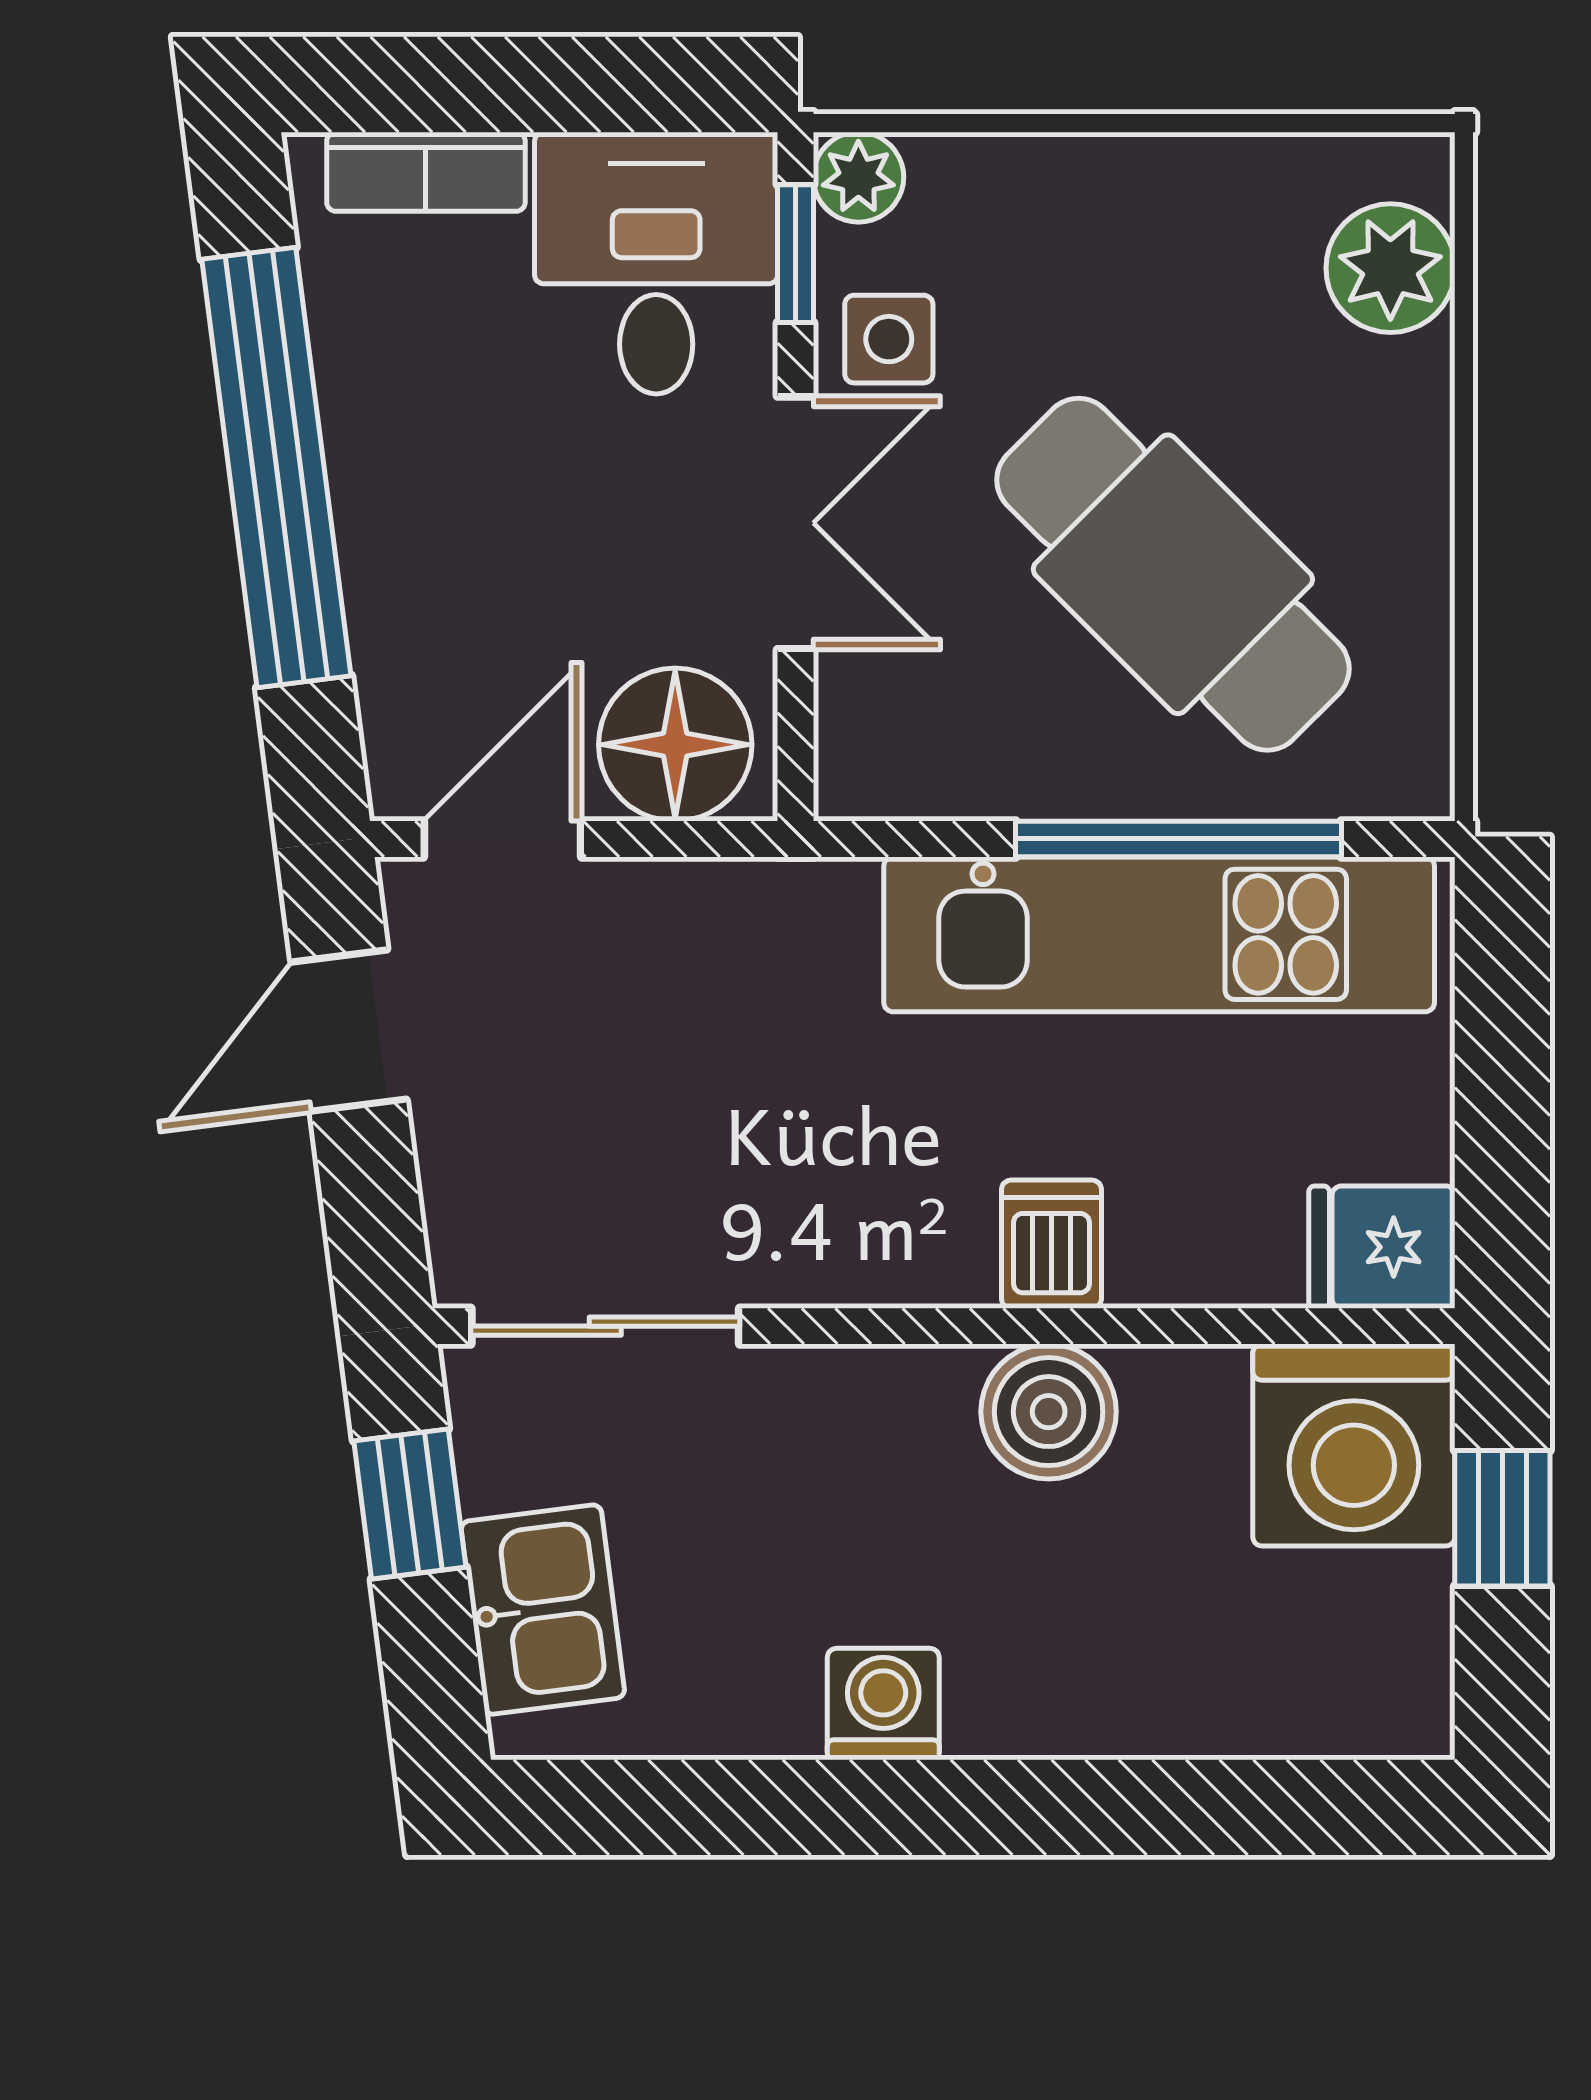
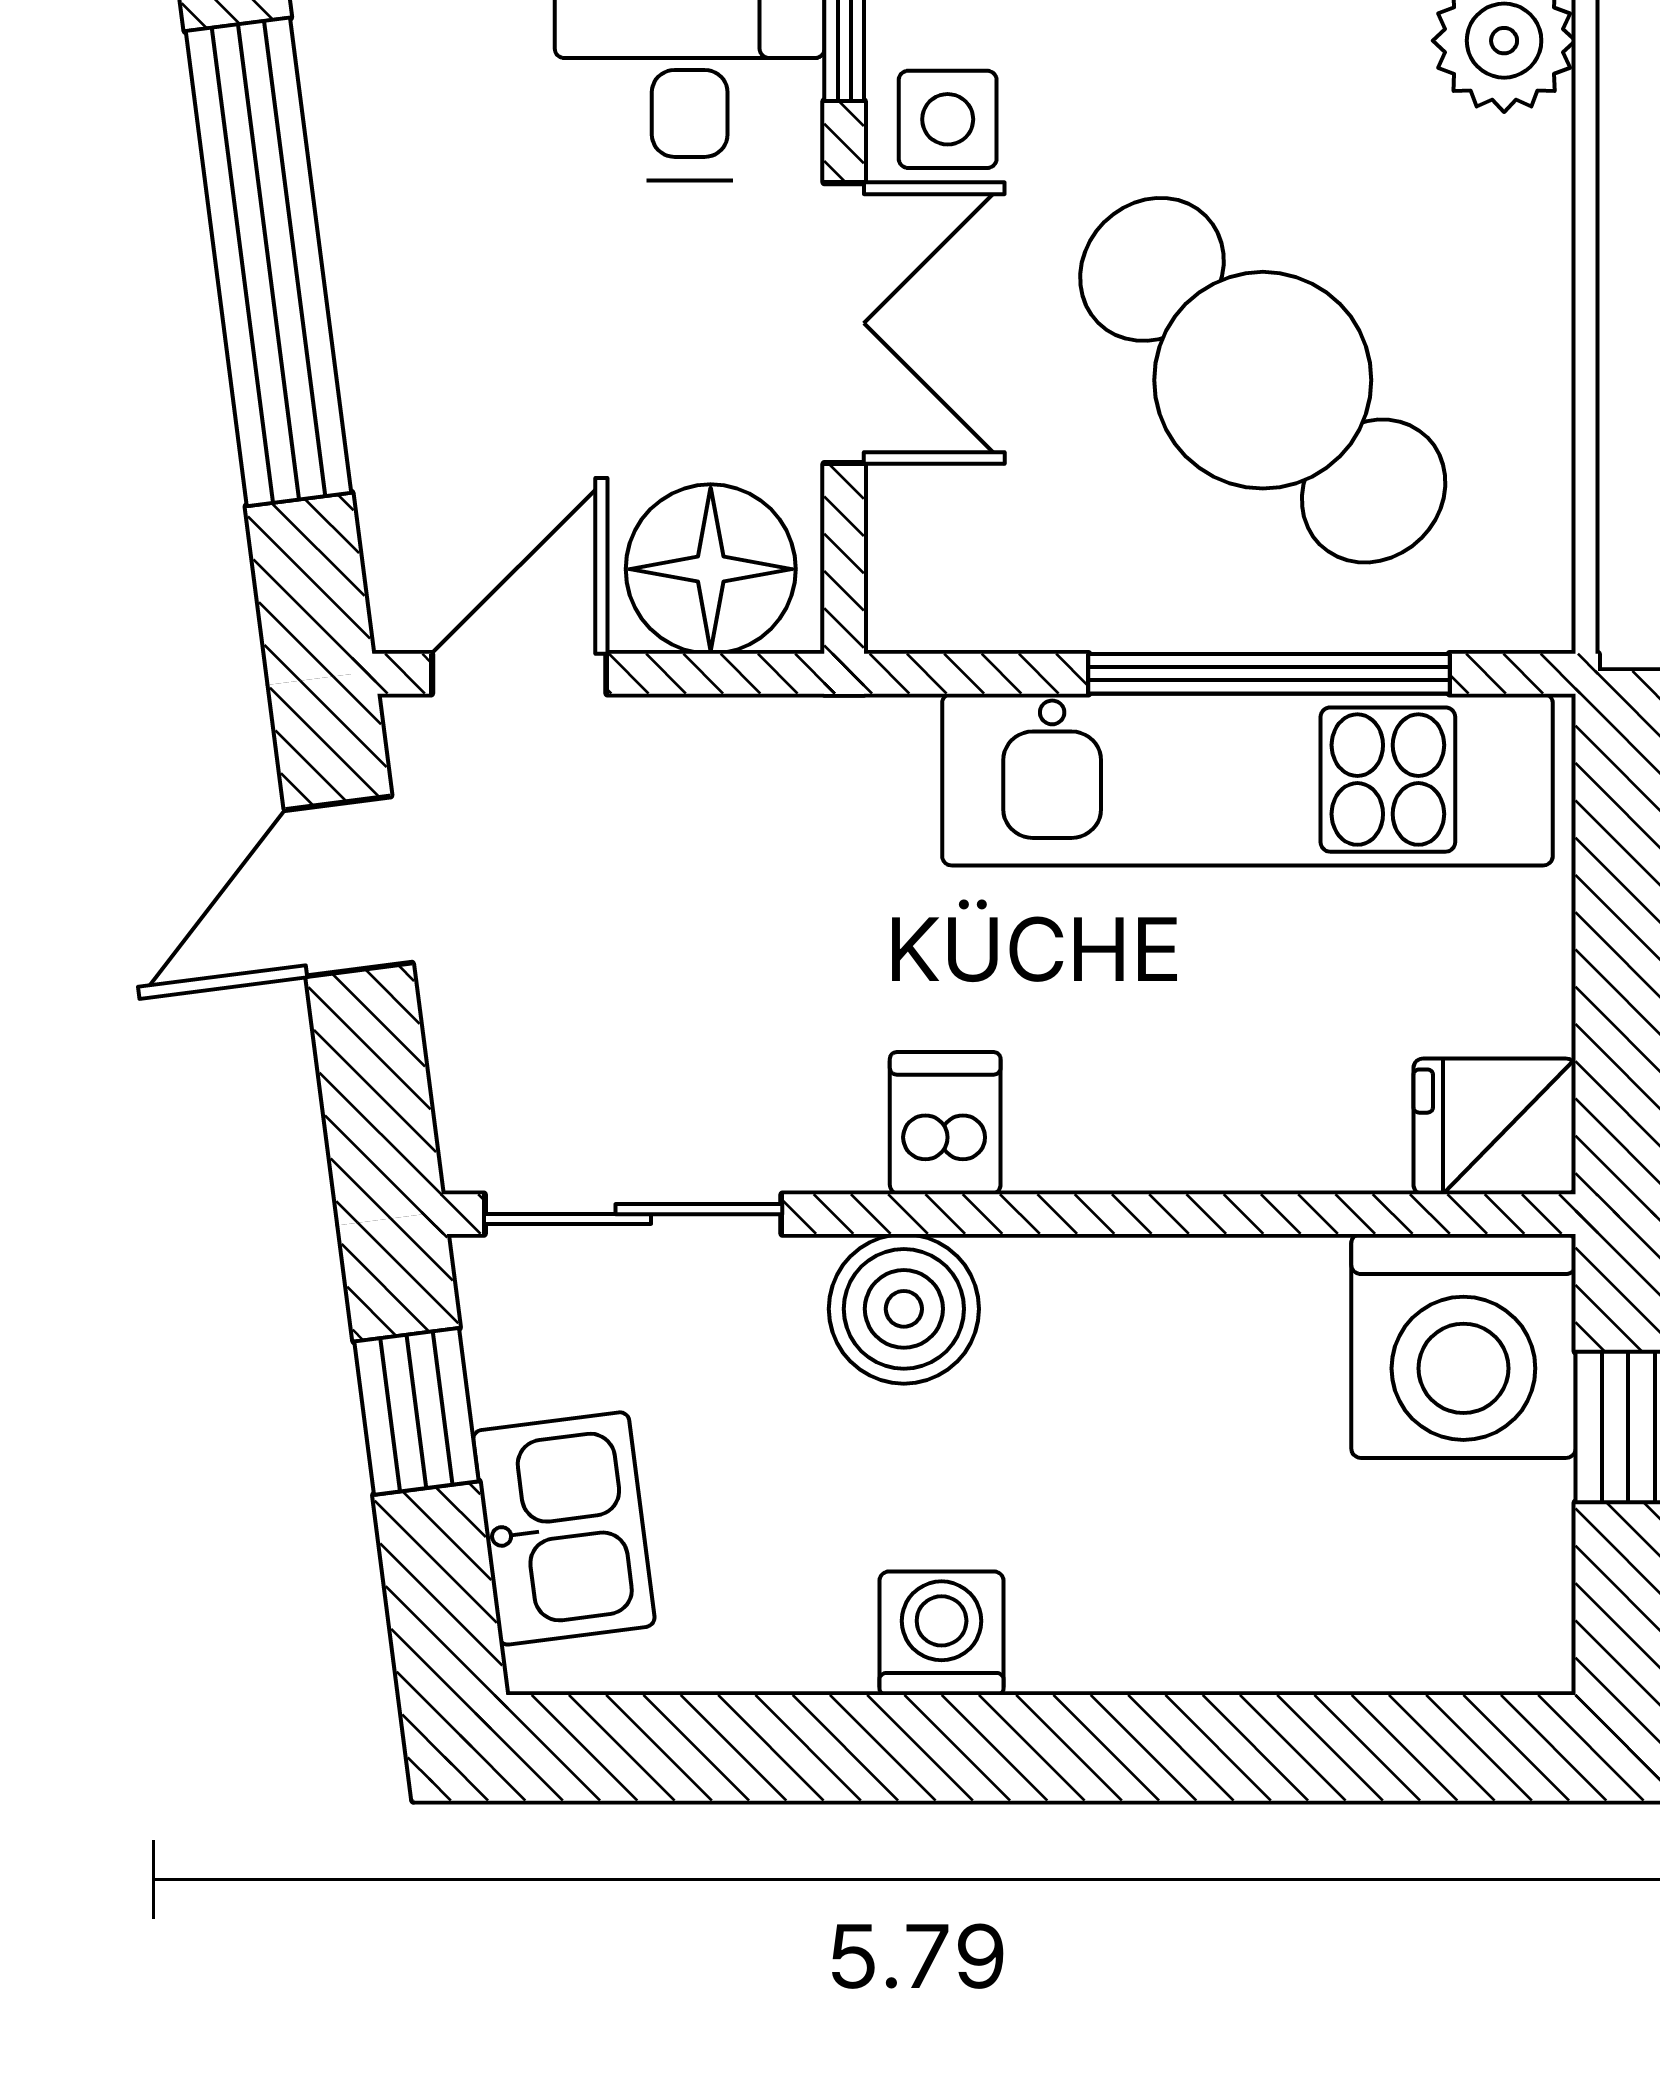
dishwasher: (1051, 1244) -> (945, 1123), moved
boiler: (1049, 1412) -> (904, 1309), moved

